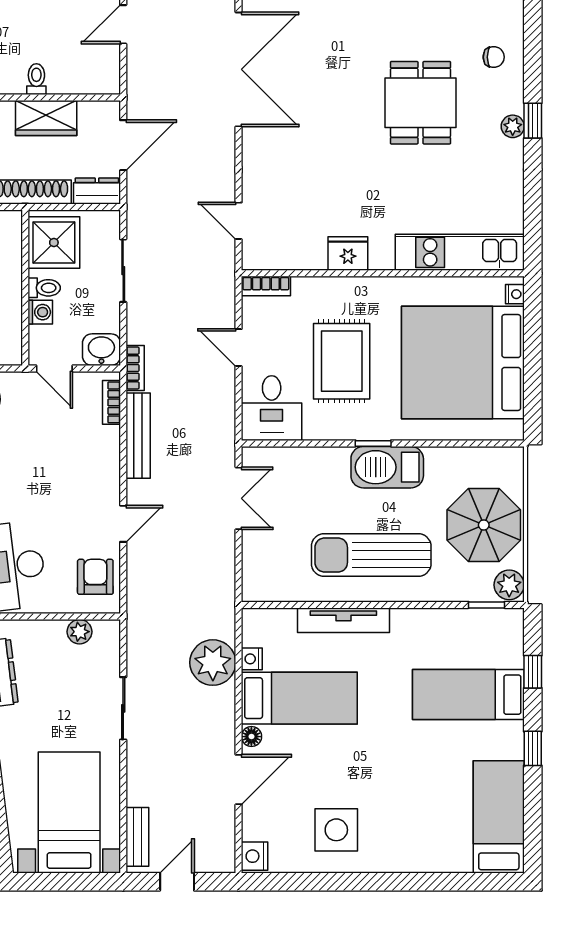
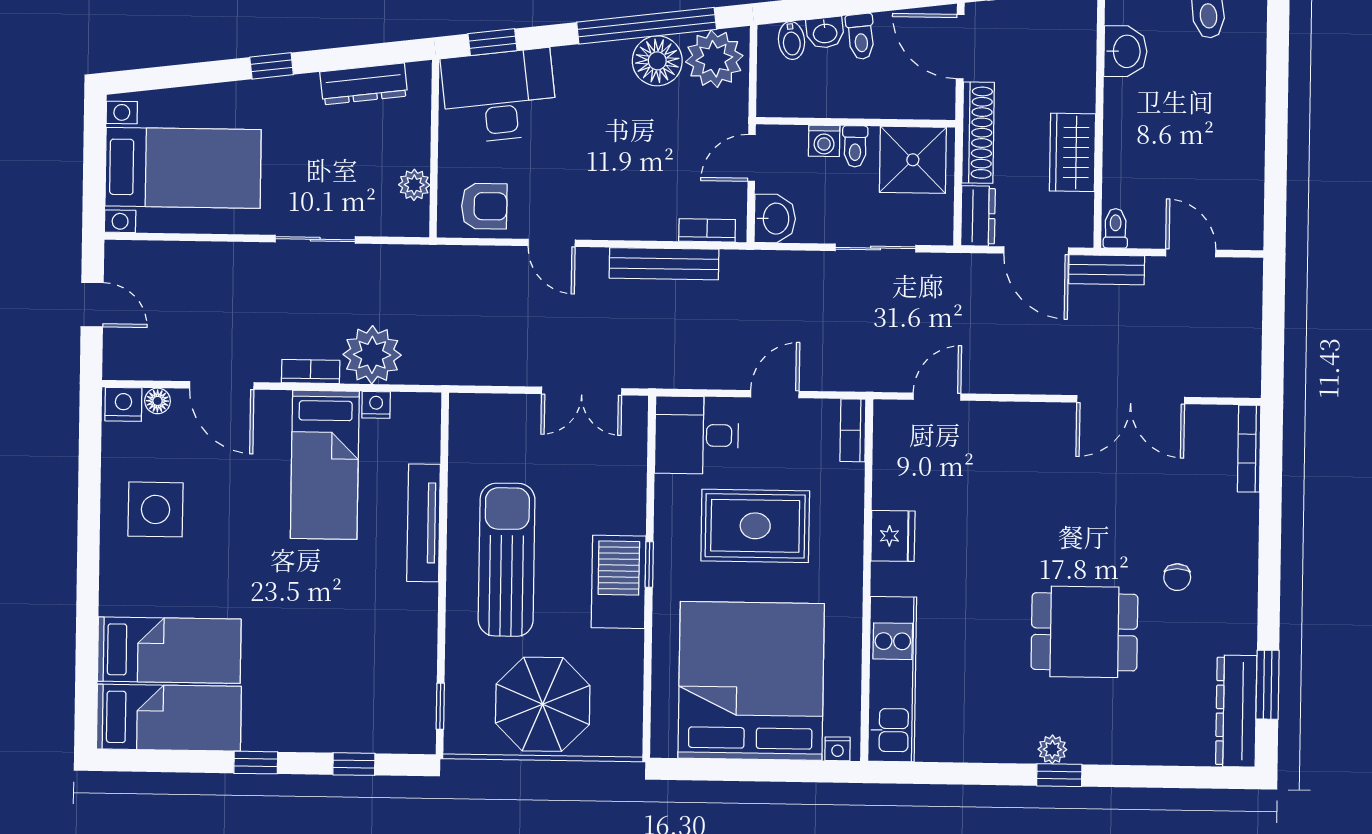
chair: (494, 57) -> (1177, 577), moved
double door: (239, 69) -> (1131, 400), width x0.73
toilet: (36, 79) -> (1116, 228), moved, turned -90
bookcase: (135, 368) -> (311, 372), moved, turned 180
plant: (509, 585) -> (466, 736), removed
bed: (468, 695) -> (169, 650), moved, turned 90
floor lamp: (251, 737) -> (158, 401), moved
bench: (137, 837) -> (1107, 270), moved

